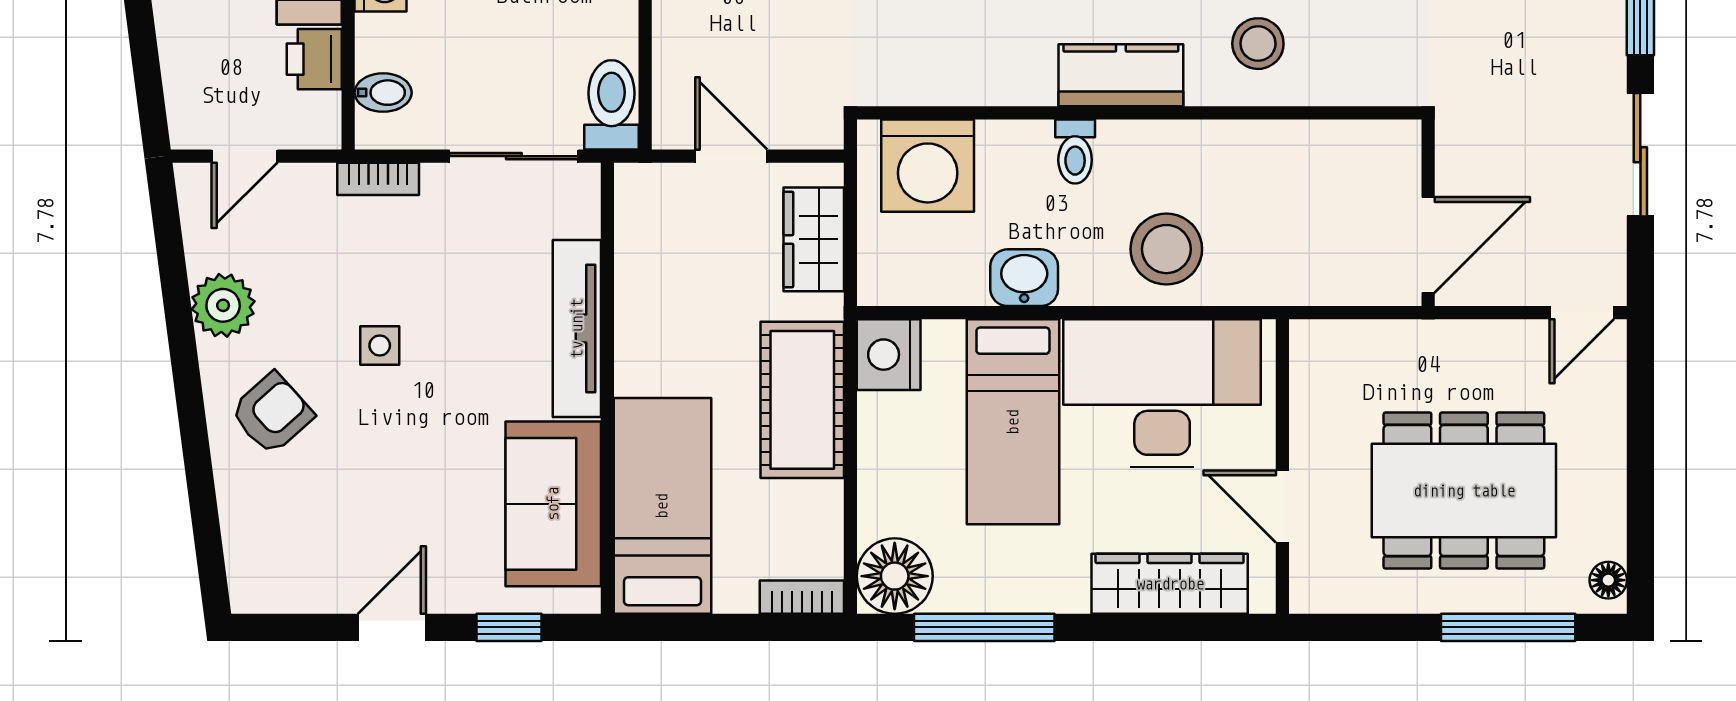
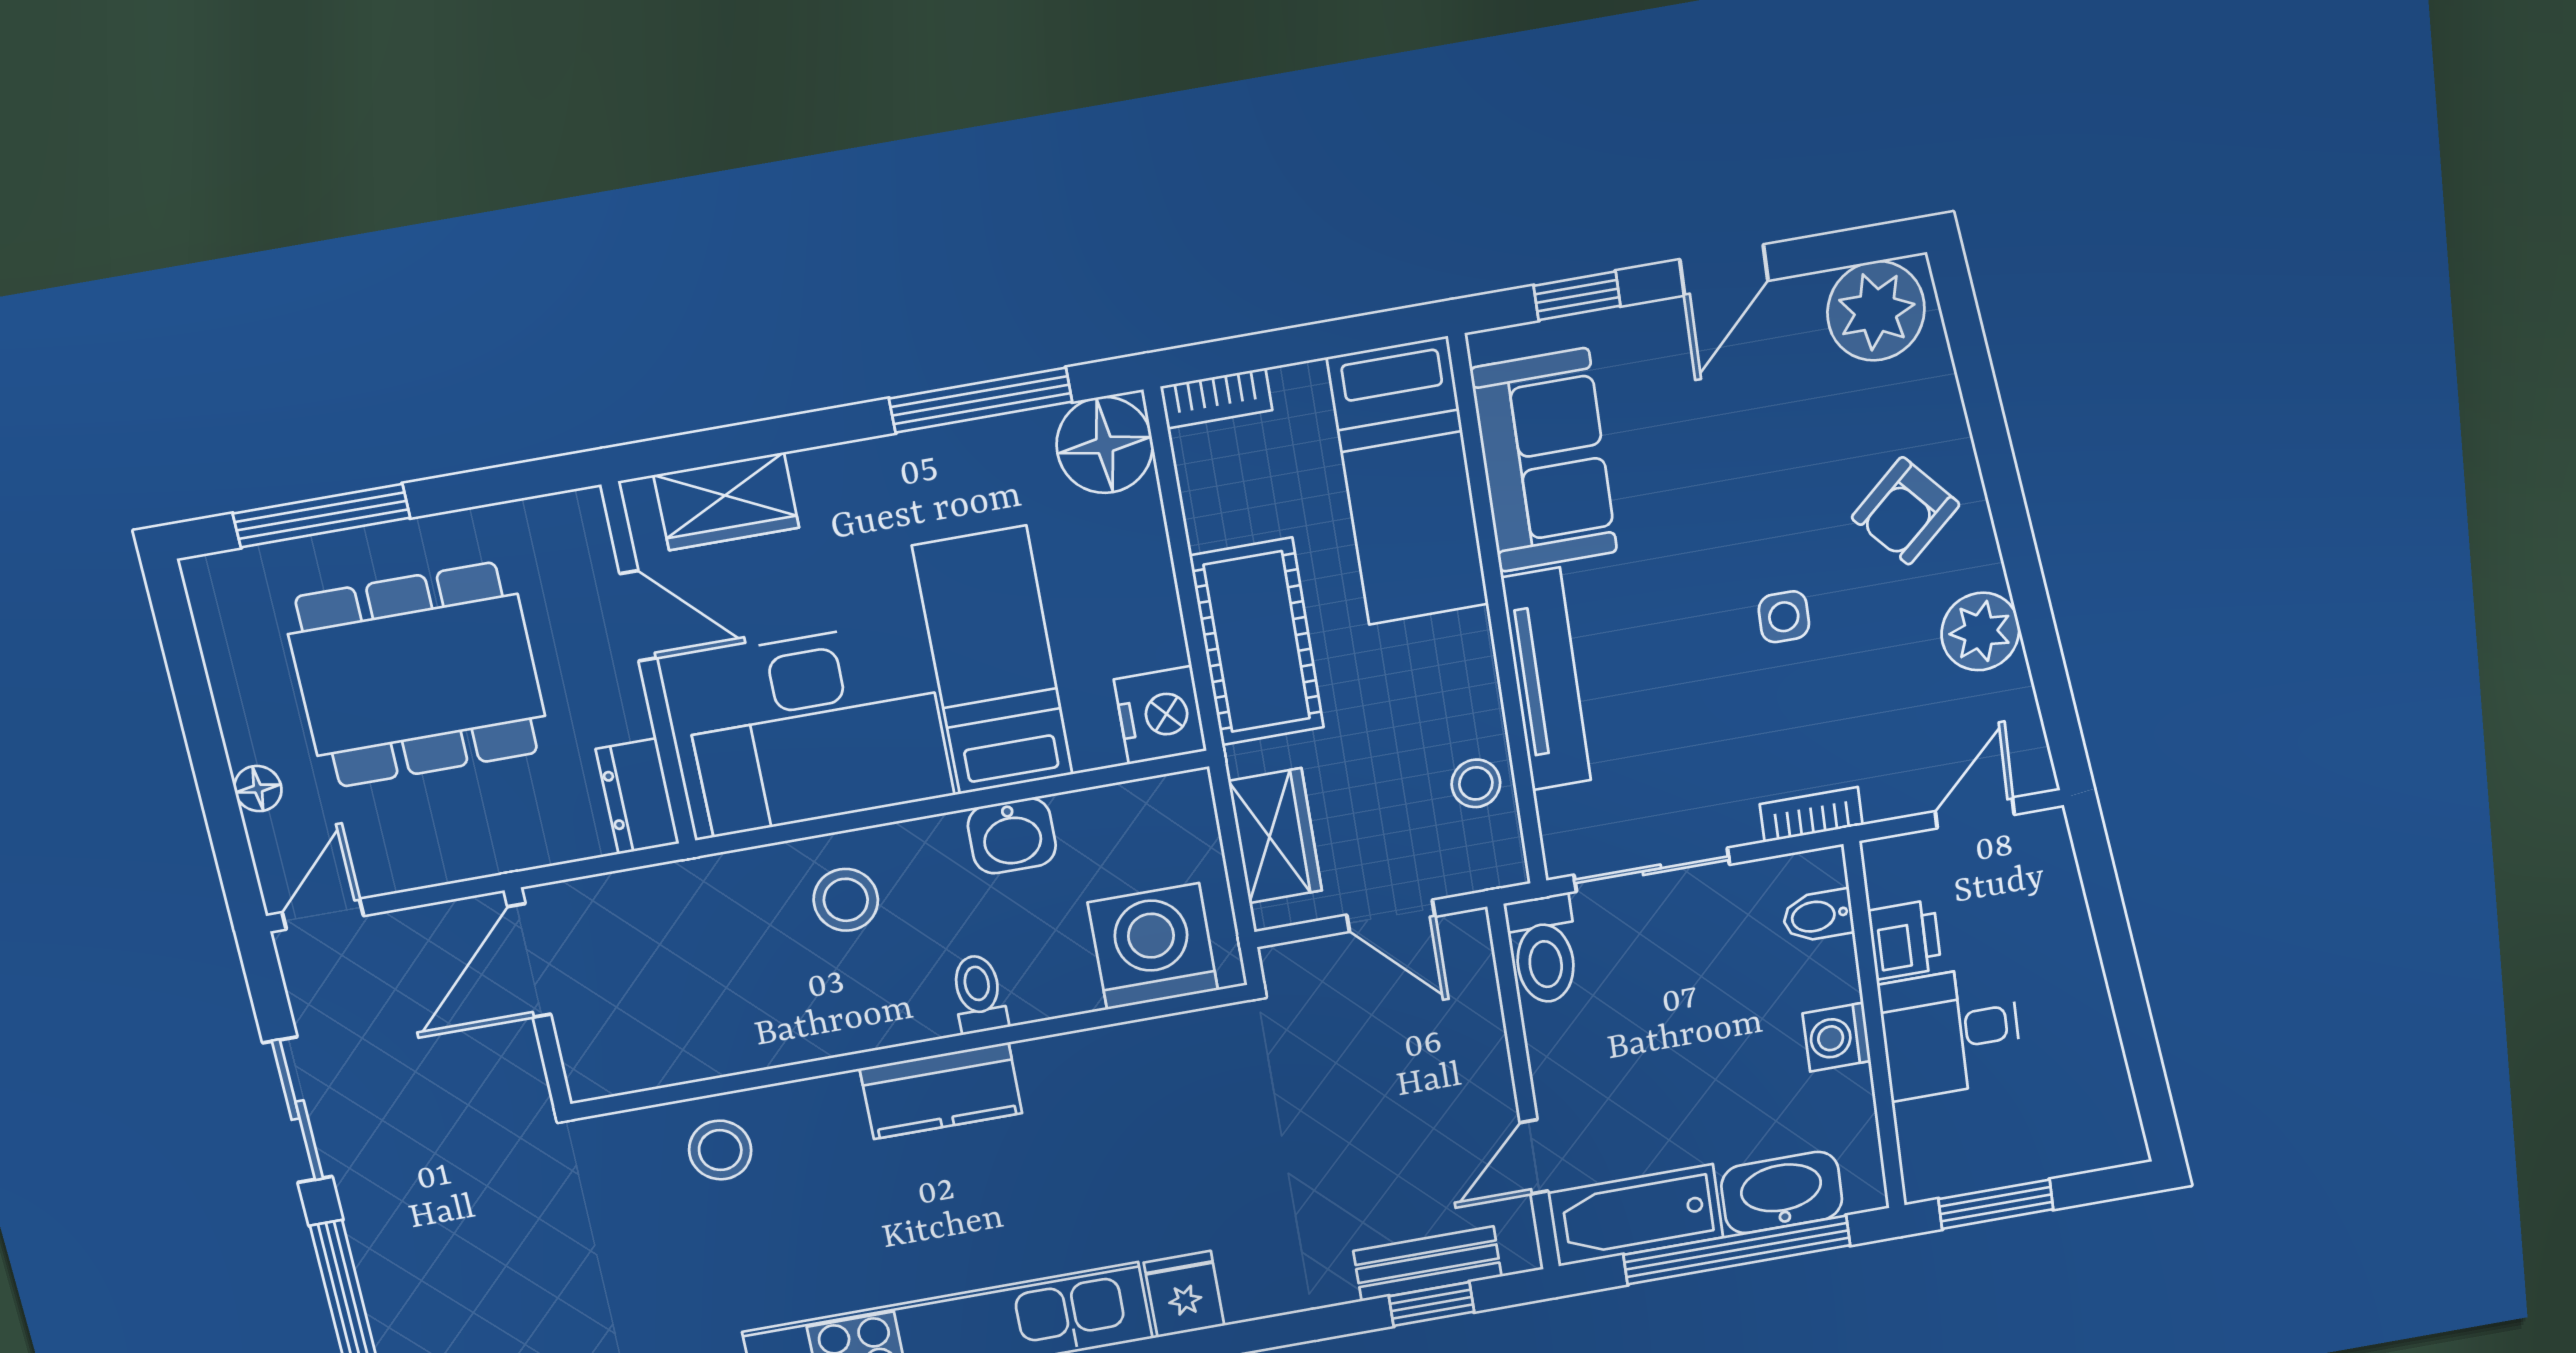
stool: (1258, 44) -> (720, 1150), moved
stool: (1166, 249) -> (846, 900), width x0.73, depth x0.73
stool: (646, 254) -> (1476, 783), added
dresser: (1314, 363) -> (638, 796), added
plant: (277, 575) -> (1876, 311), added
floor lamp: (1608, 580) -> (258, 789), moved
wardrobe: (1170, 584) -> (726, 501), width x0.67

